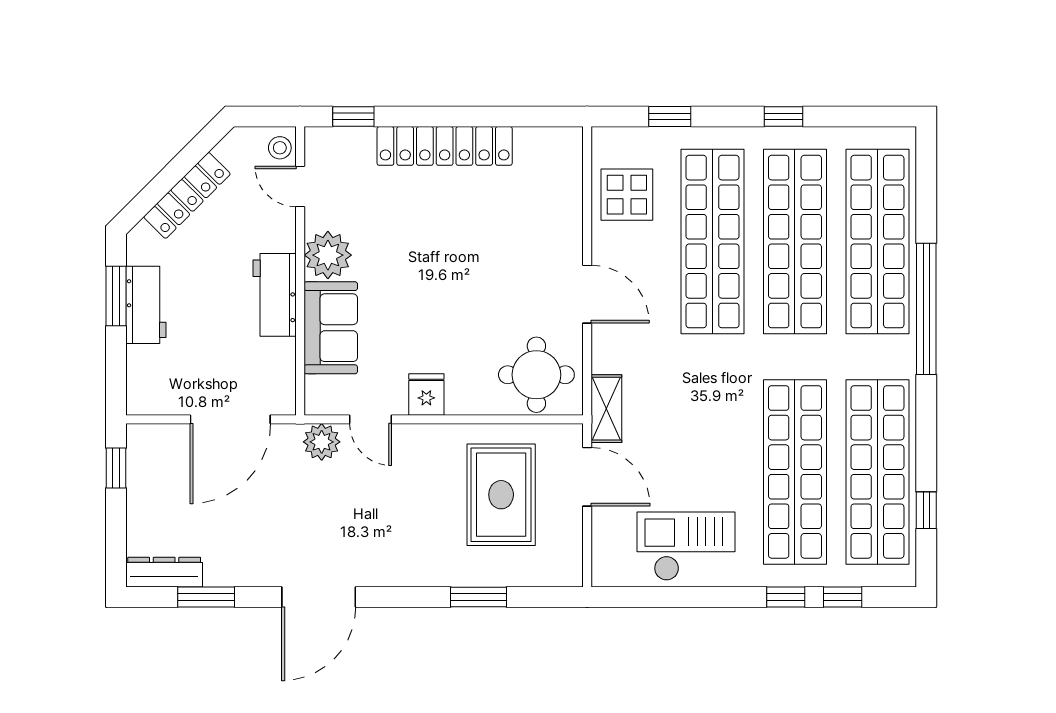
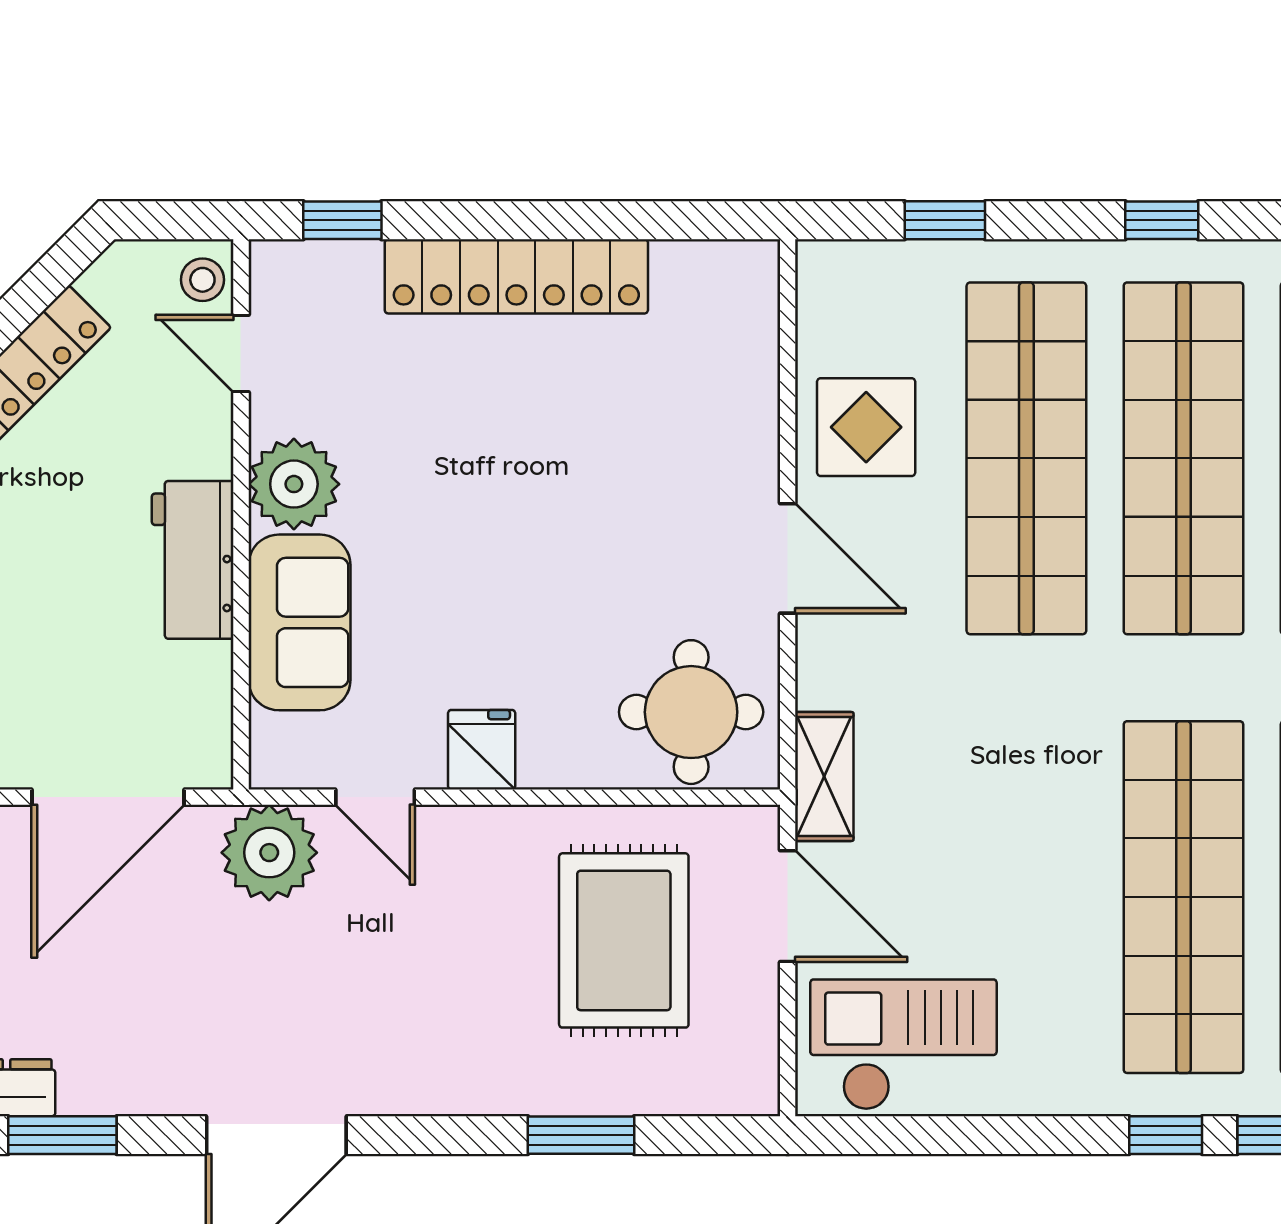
display table: (627, 195) -> (866, 427), moved
plant: (322, 442) -> (269, 853), width x1.36, depth x1.36
checkout: (686, 546) -> (903, 1045), moved

